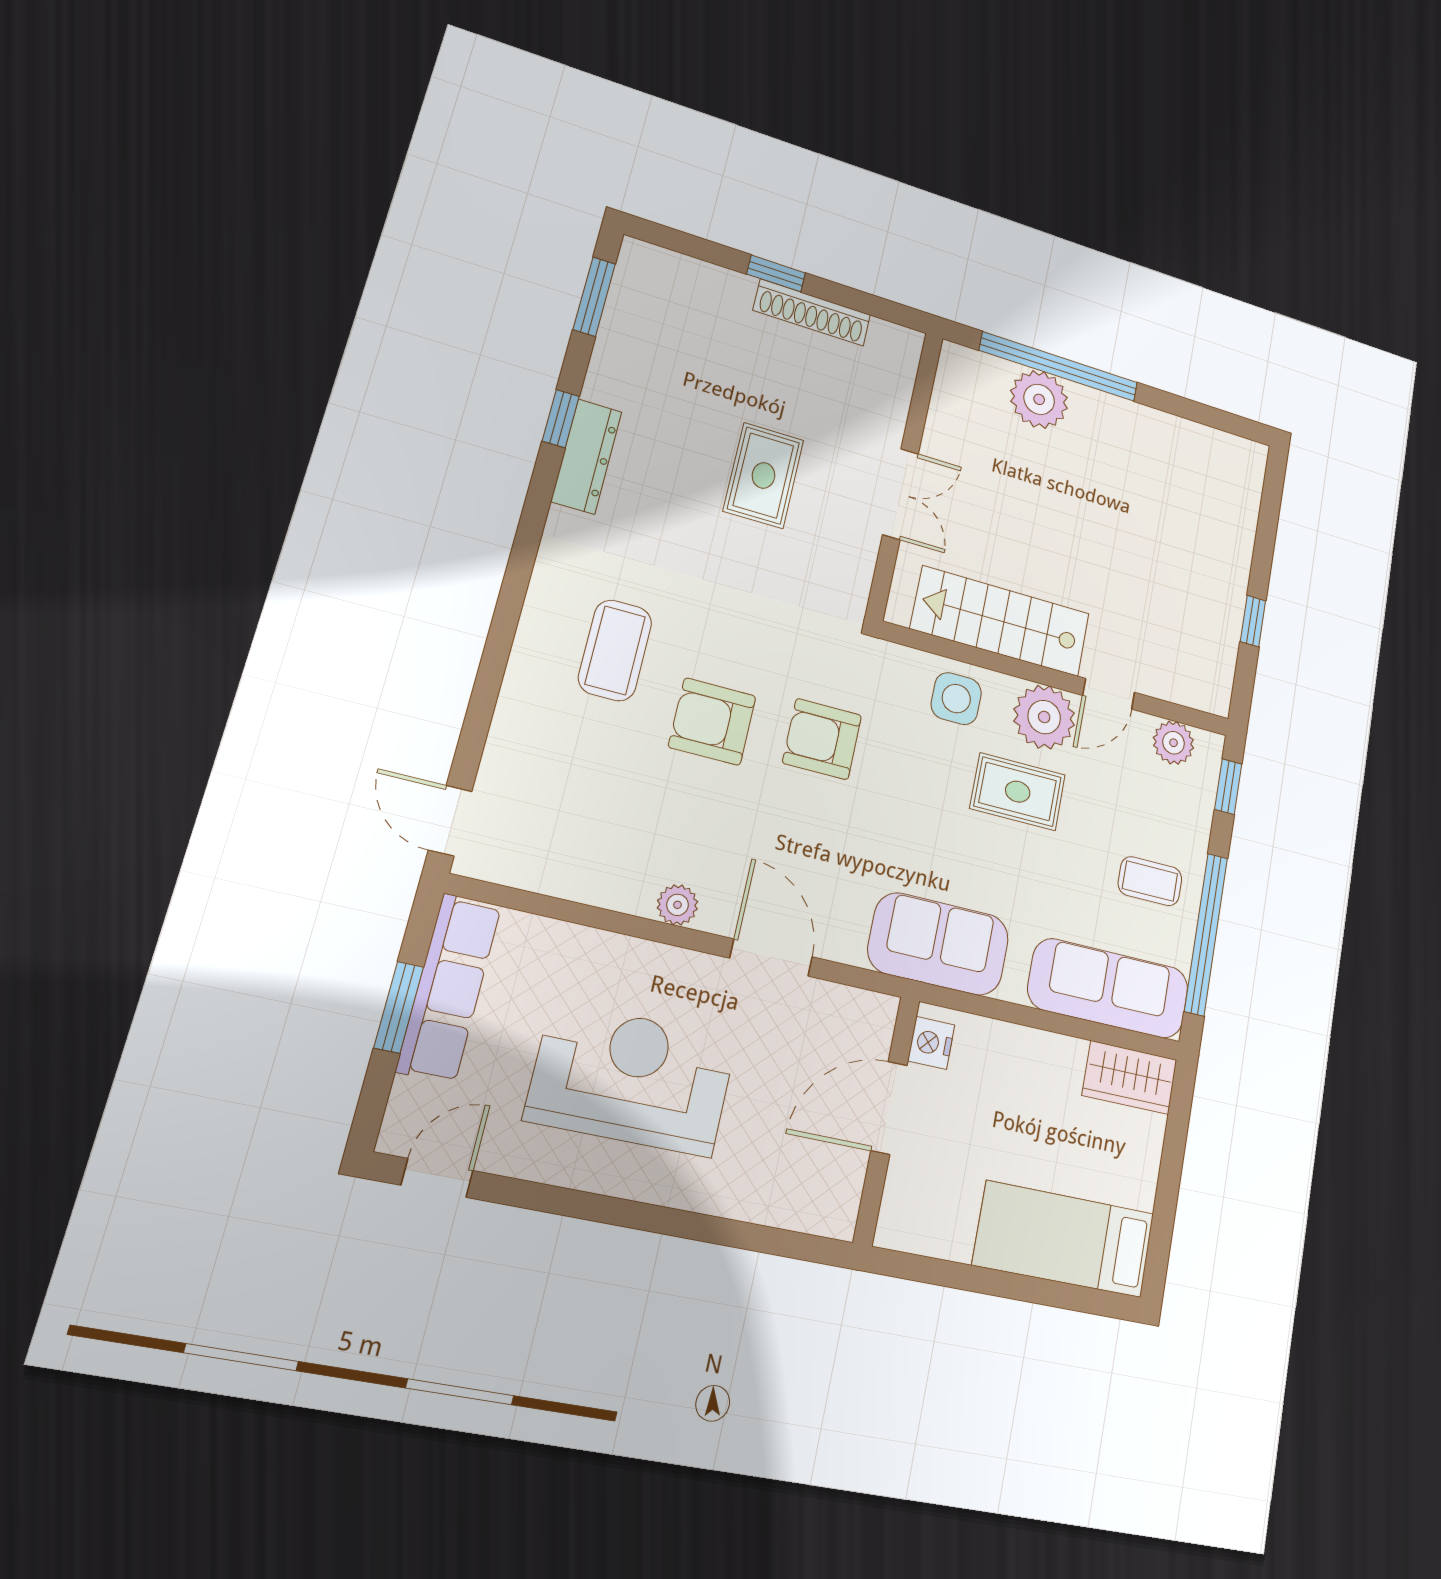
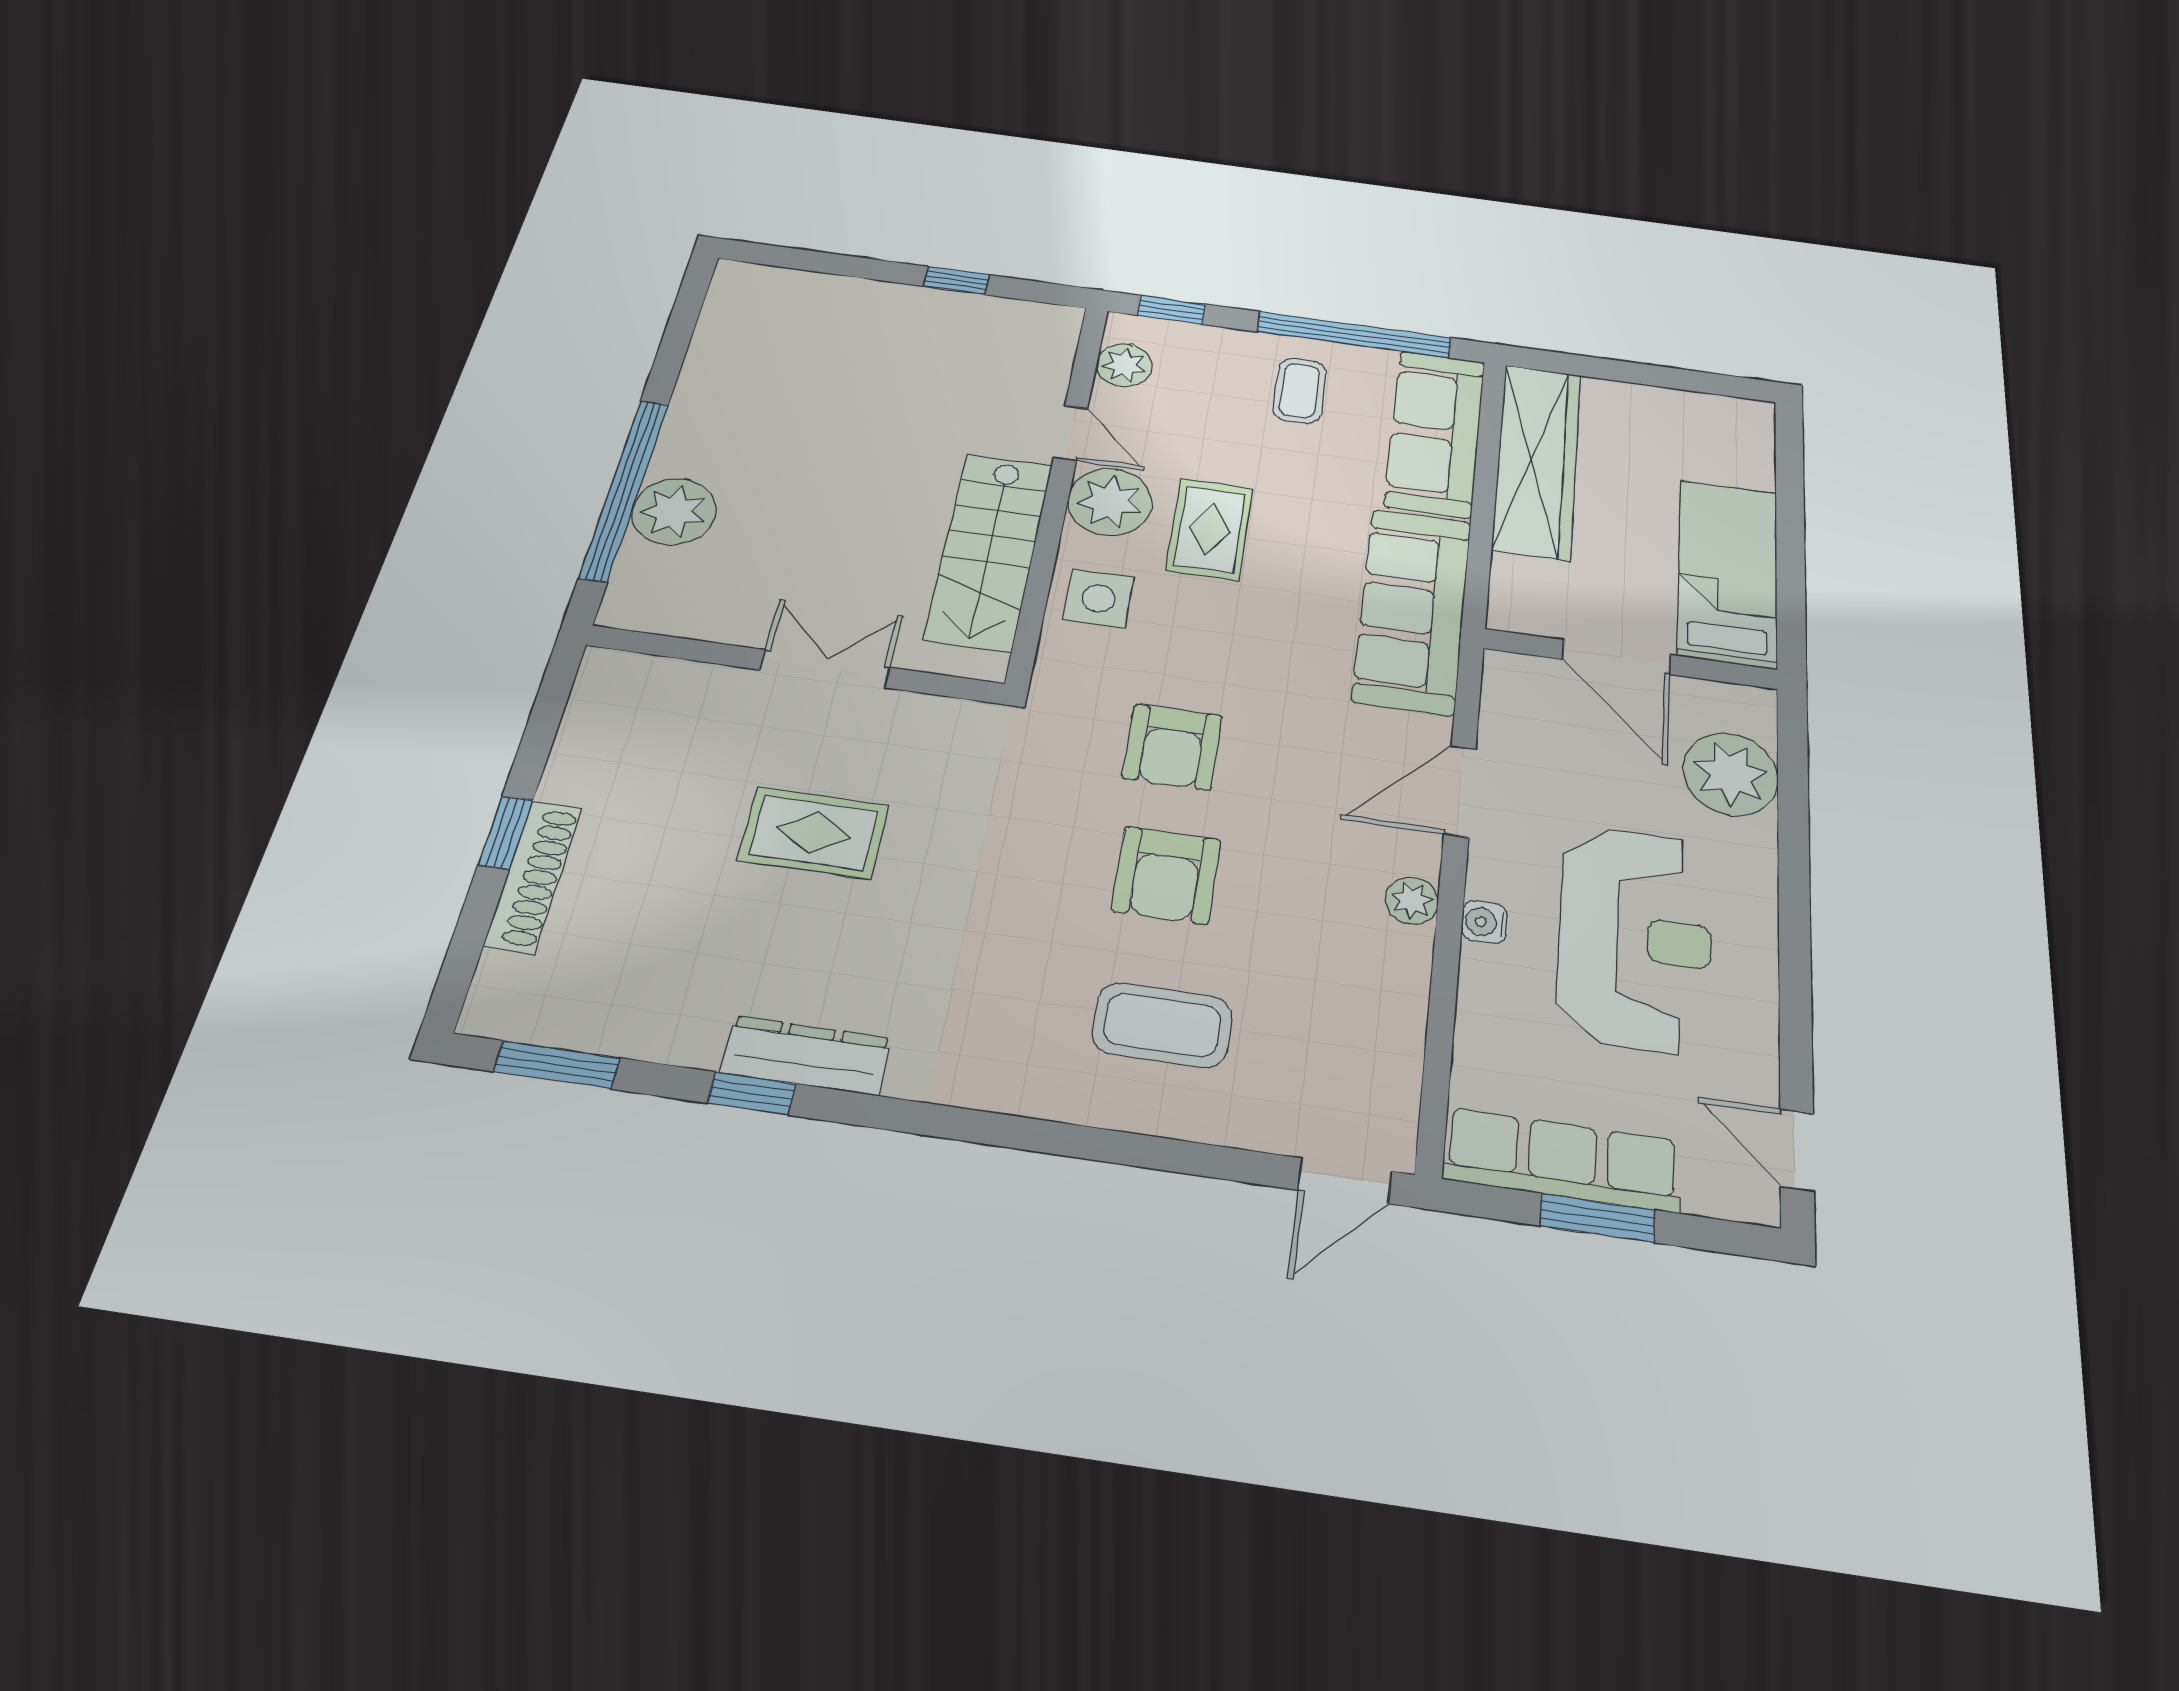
shoe rack: (812, 313) -> (533, 877), moved
coffee table: (615, 650) -> (1162, 1025), moved
sofa: (939, 944) -> (1412, 610), width x1.36
water cooler: (655, 959) -> (1484, 922), added
nightstand: (931, 1043) -> (1532, 615), removed
wardrobe: (1130, 1077) -> (1537, 461), width x2.10, depth x1.17
reception desk: (632, 1079) -> (1635, 938), turned 180
plant: (775, 1186) -> (1731, 774), added
bed: (1064, 1239) -> (1728, 573), moved, turned 180

